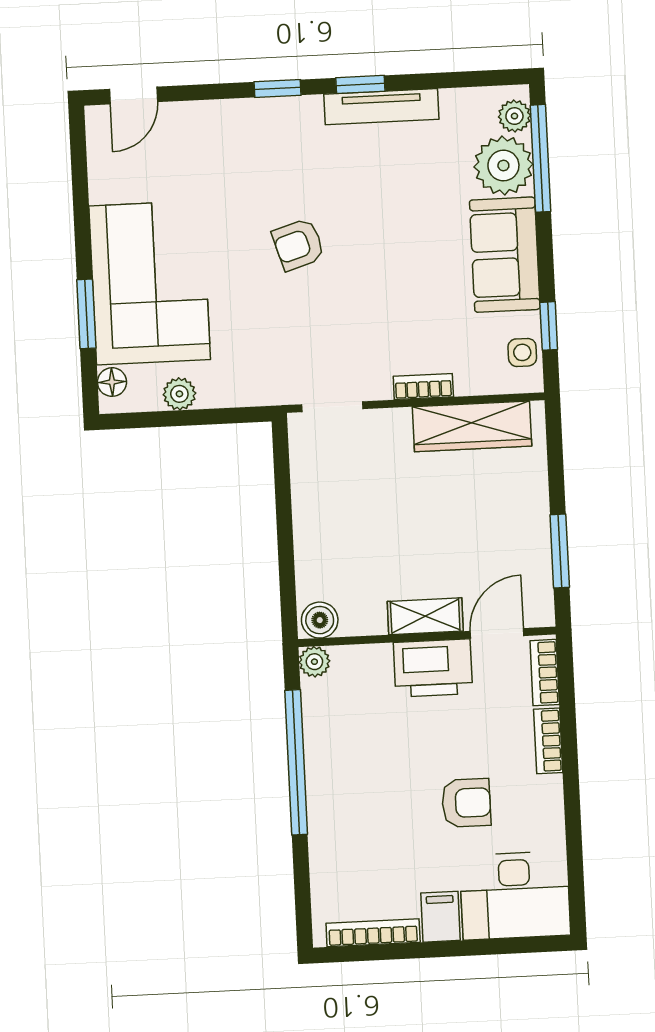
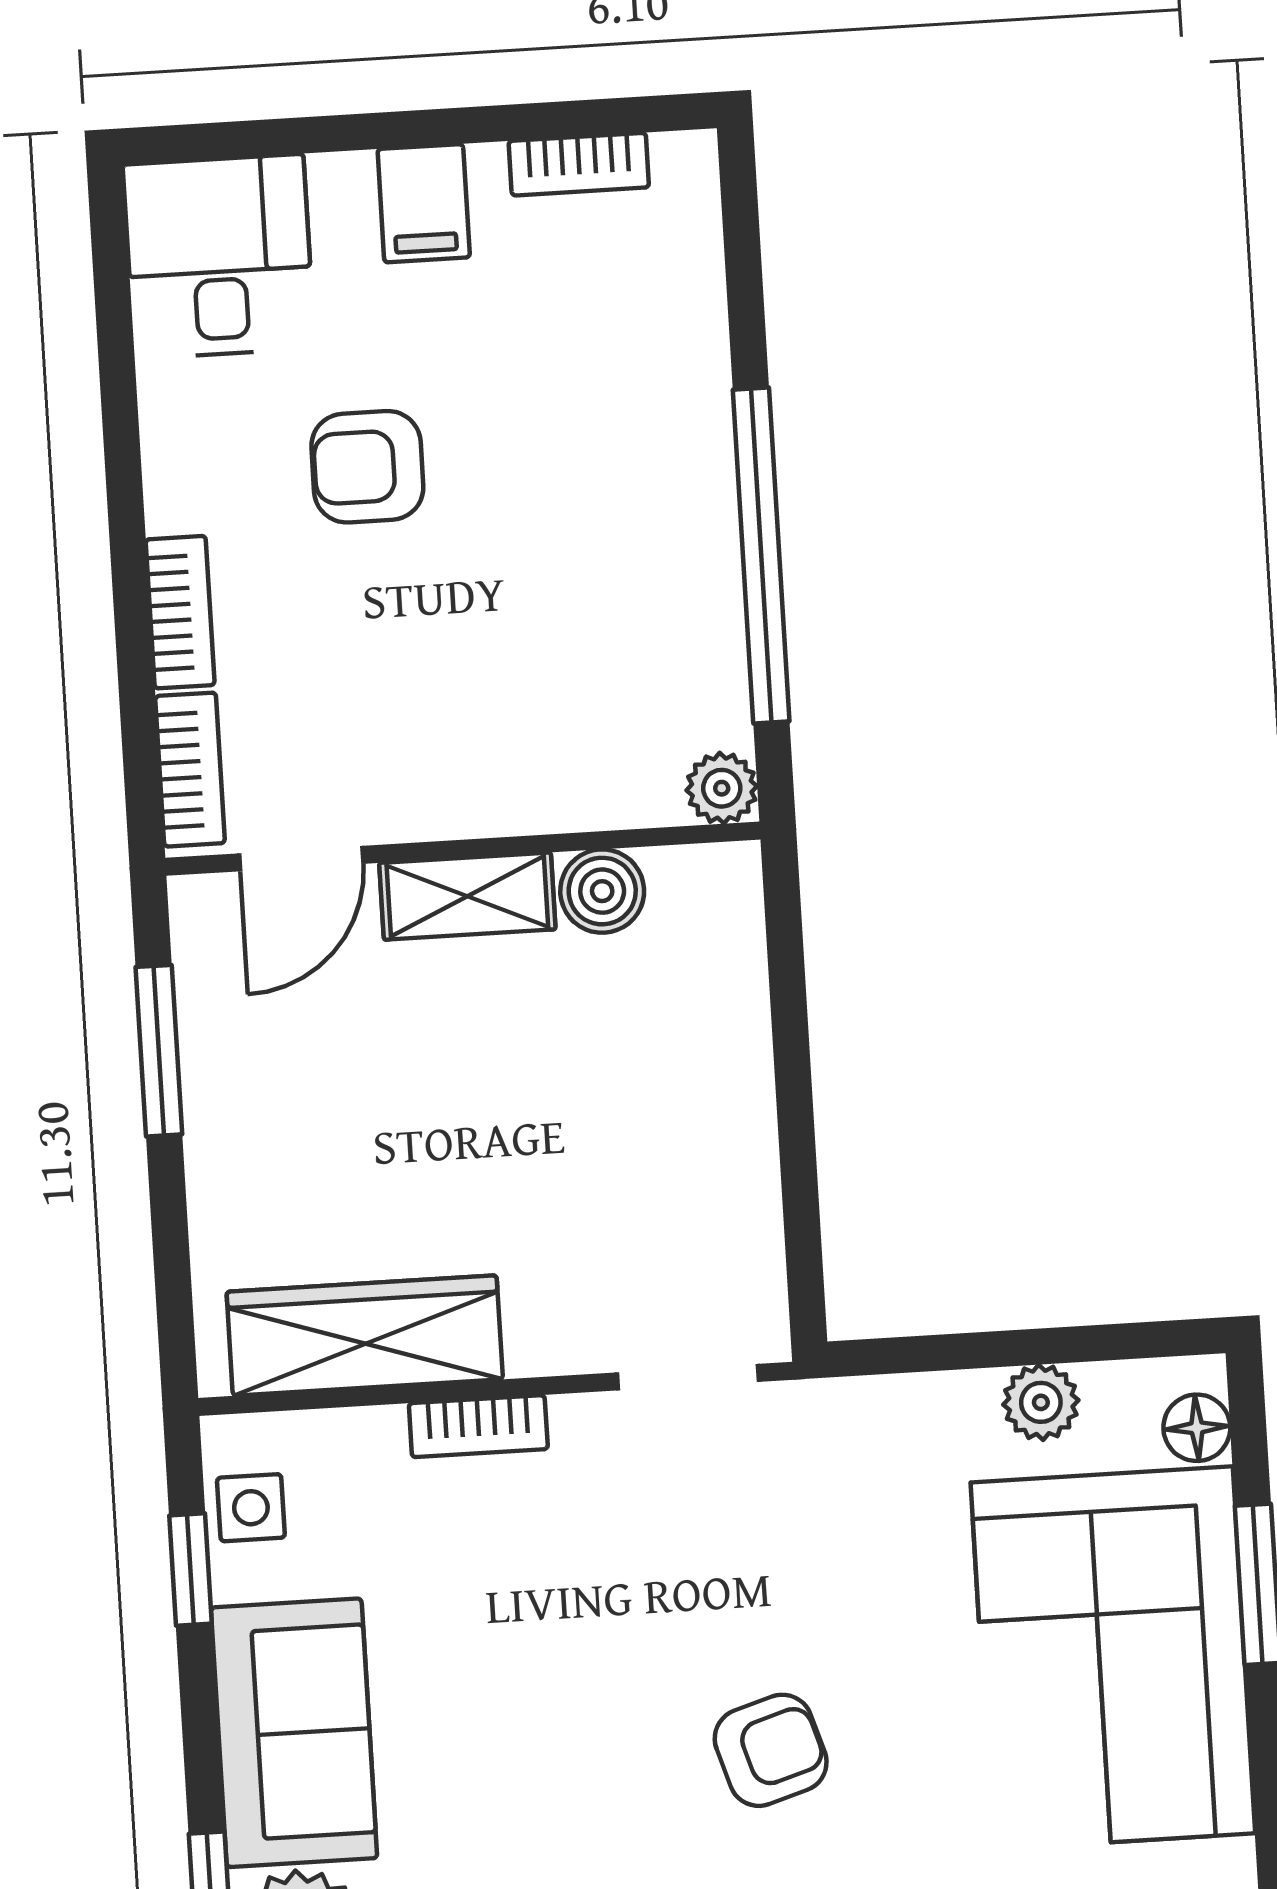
boiler: (320, 620) -> (602, 891), moved
printer: (433, 668) -> (448, 777), removed
desk: (515, 896) -> (219, 256), width x0.73
bookcase: (373, 933) -> (579, 164), width x0.64

